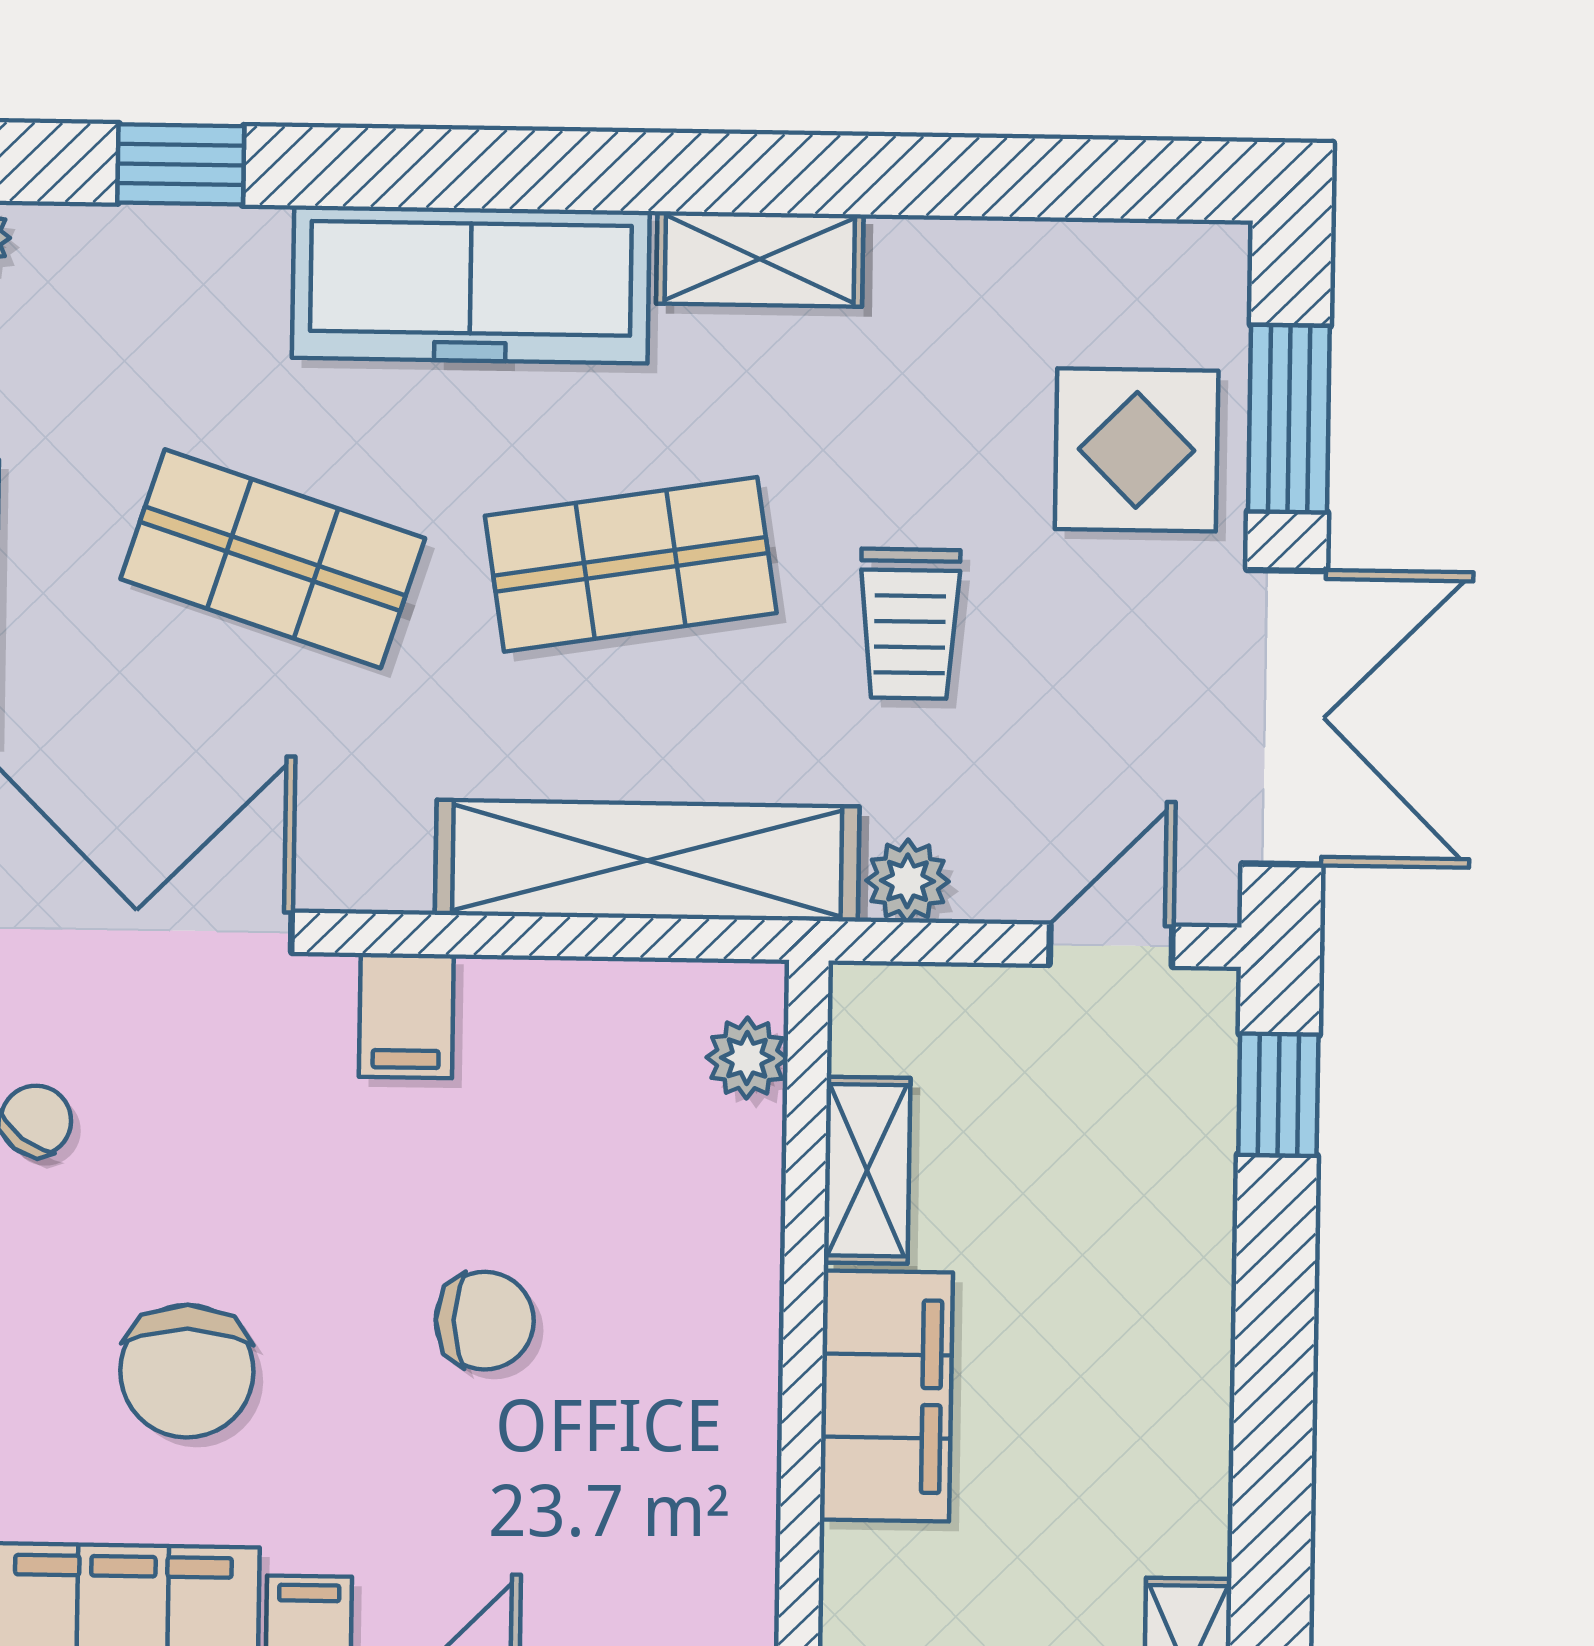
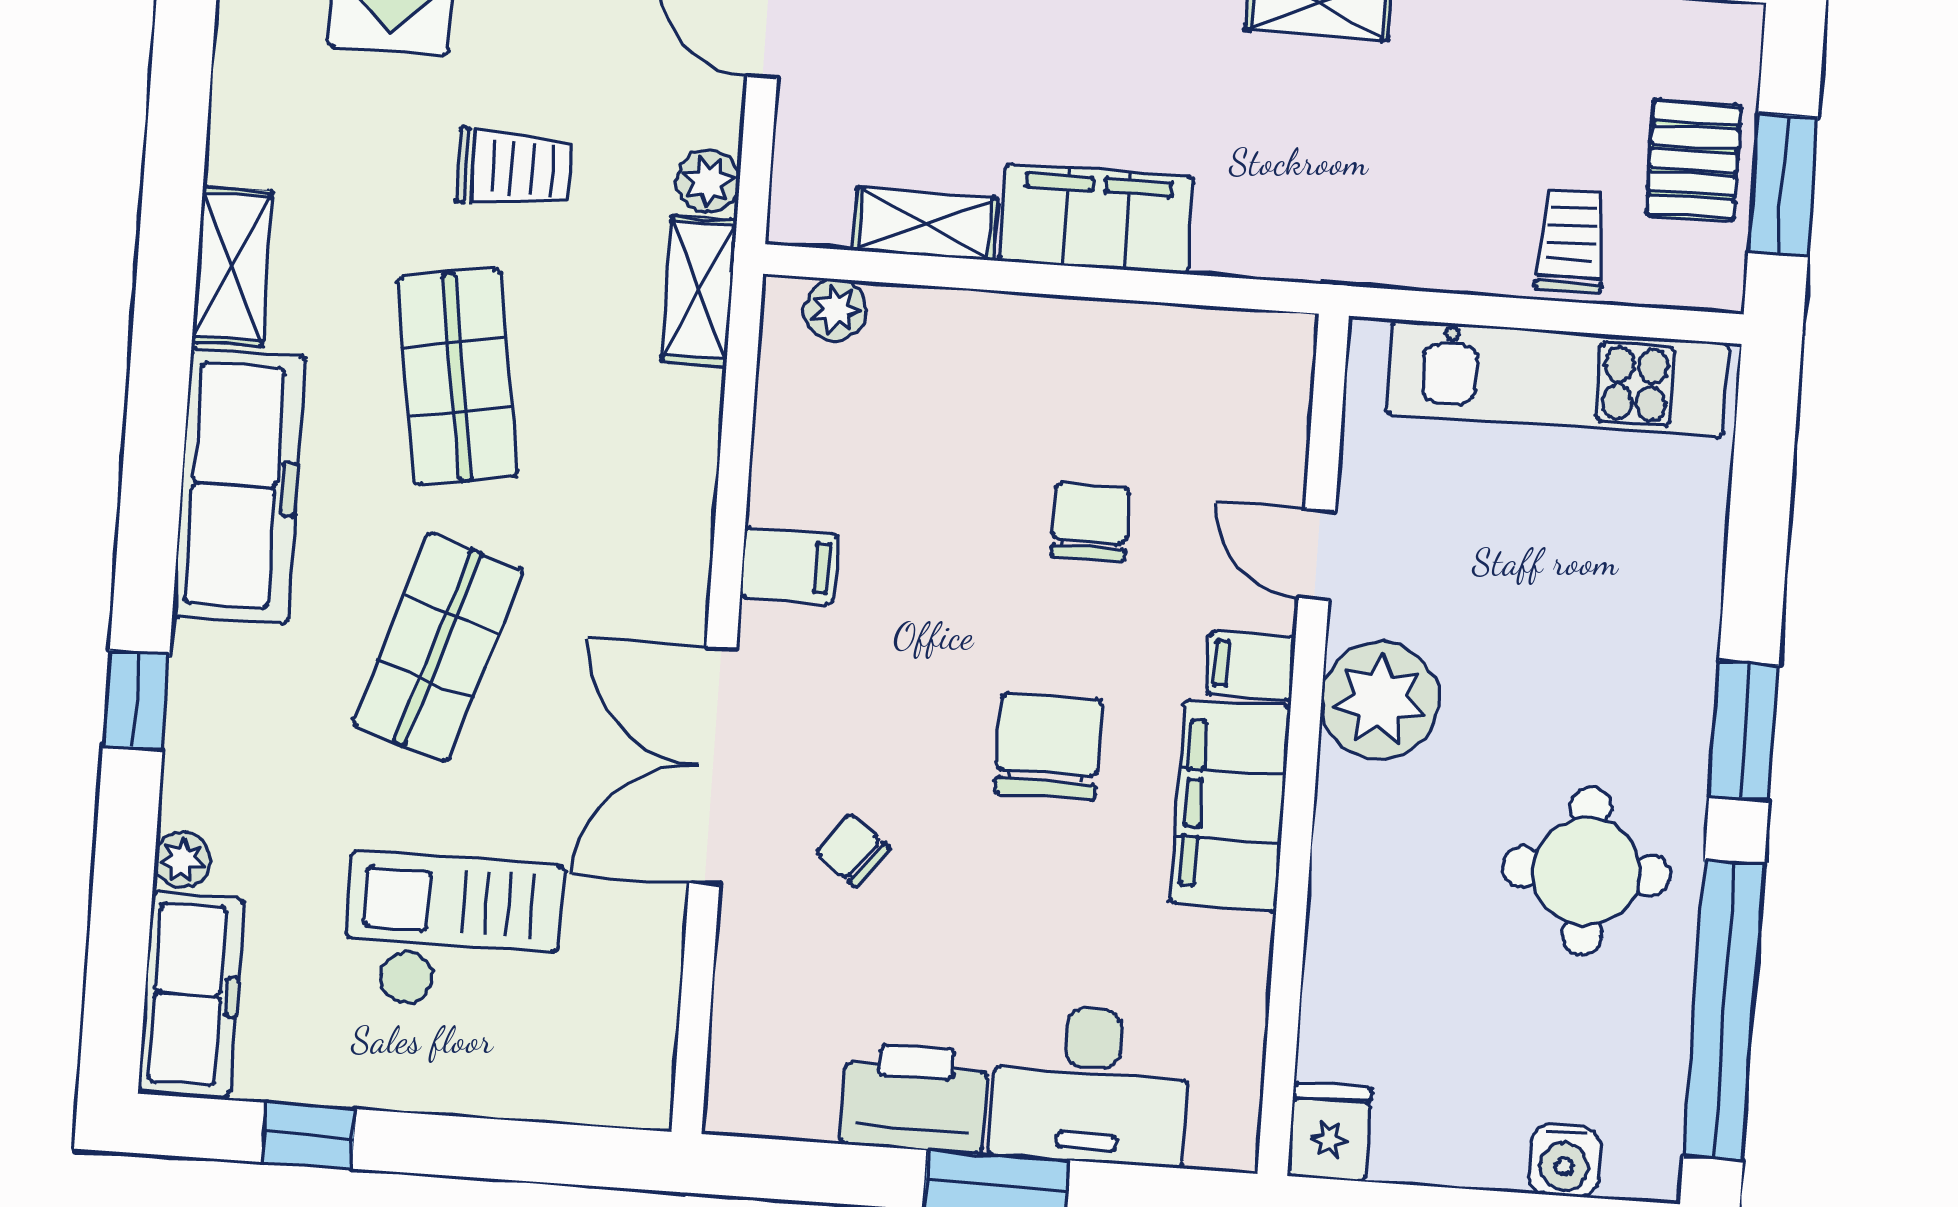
shelving: (647, 861) -> (699, 291), width x0.45, depth x0.75
chair: (485, 1321) -> (1090, 522), moved
chair: (187, 1371) -> (1048, 746), turned -90

